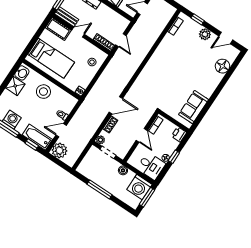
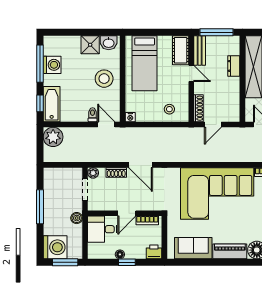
corner sofa: (168, 67) -> (217, 193), added
piano: (212, 84) -> (230, 251), added
door: (61, 130) -> (106, 124), moved
desk: (151, 166) -> (102, 229), moved, turned 90
washing machine: (139, 187) -> (55, 247), moved, turned 180

